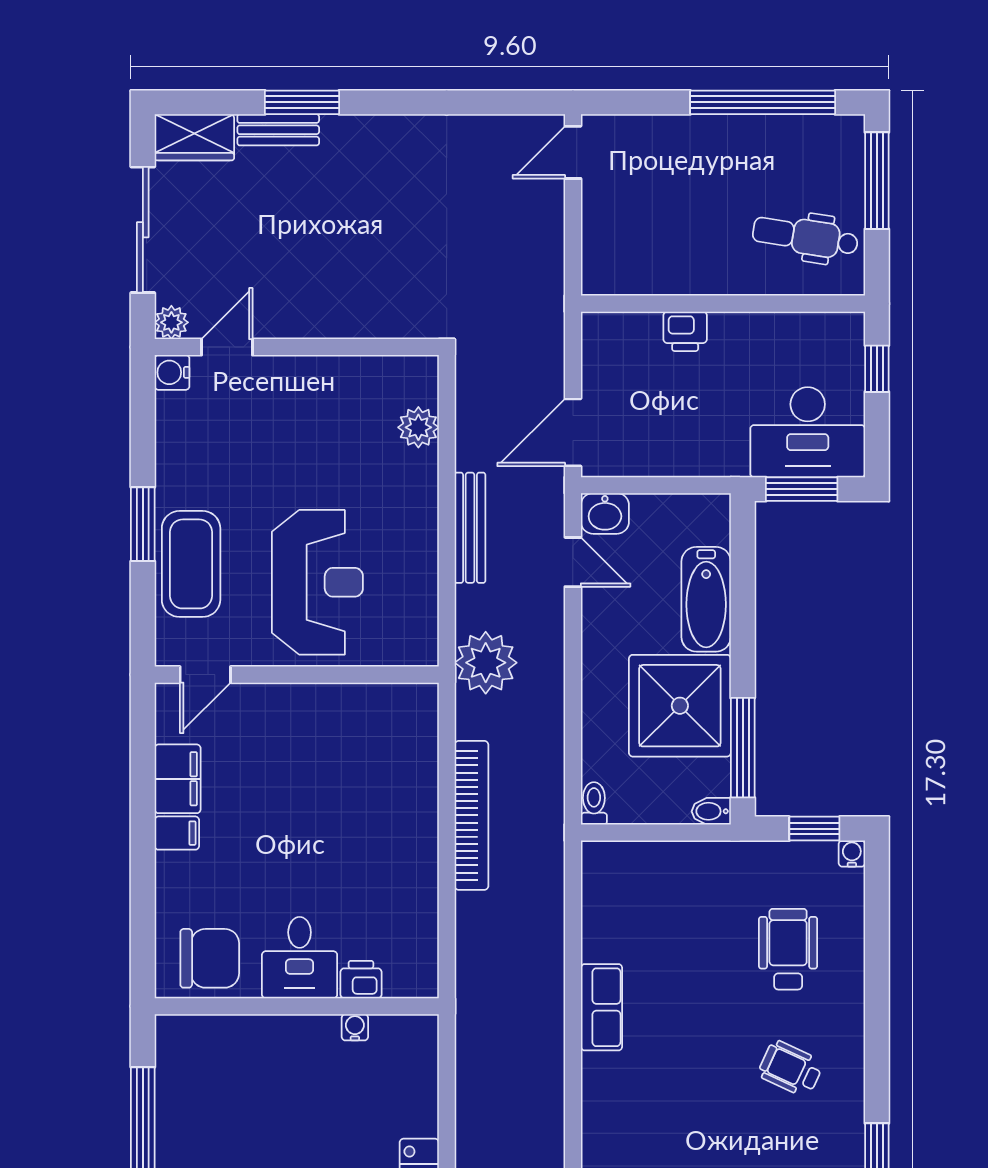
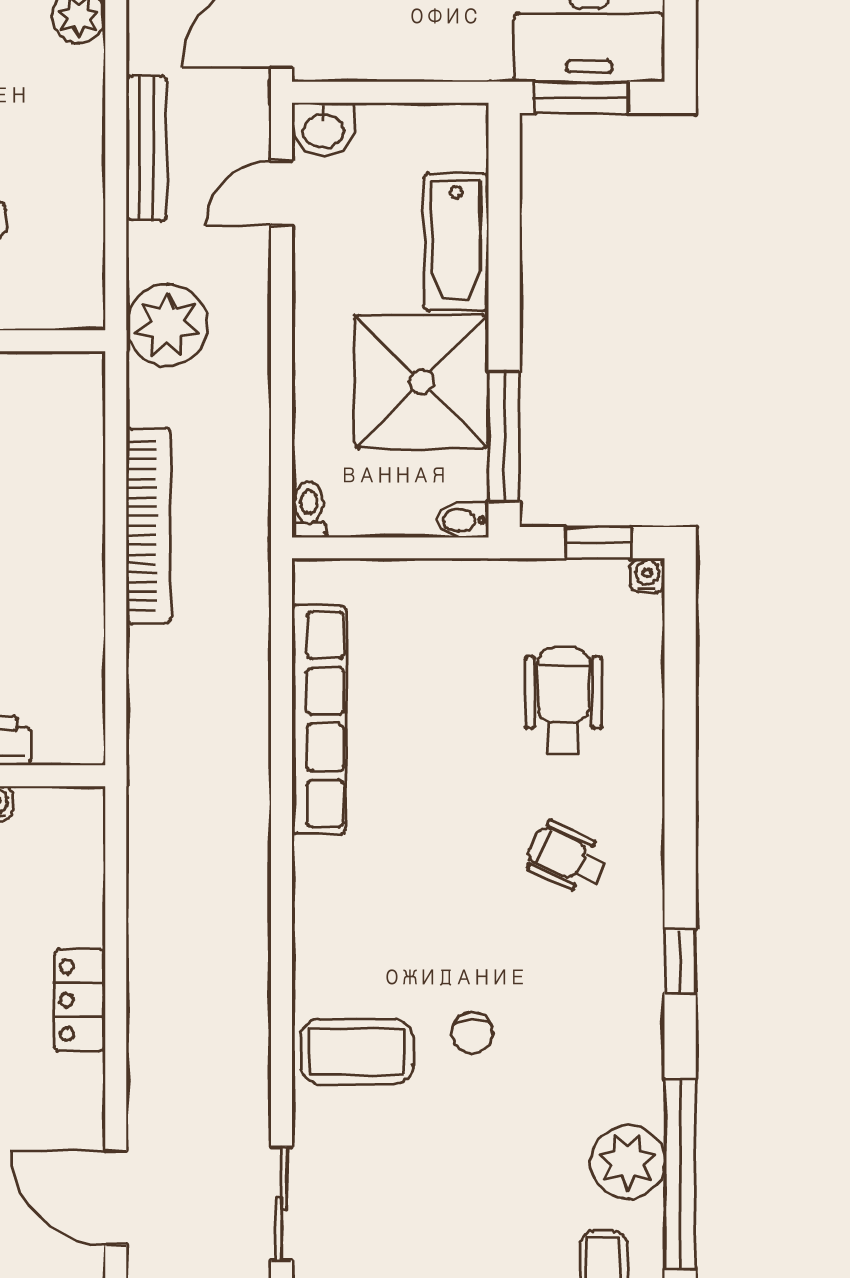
door: (573, 562) -> (281, 193), swing flipped
row of seats: (602, 1007) -> (319, 719), width x2.02

